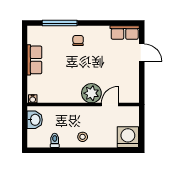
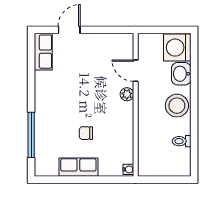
chair: (78, 41) -> (86, 133), moved
plant: (91, 93) -> (127, 94), width x0.53, depth x0.53
washbasin: (35, 120) -> (181, 74), moved, turned -90
stool: (83, 137) -> (177, 106), width x1.89, depth x1.89

